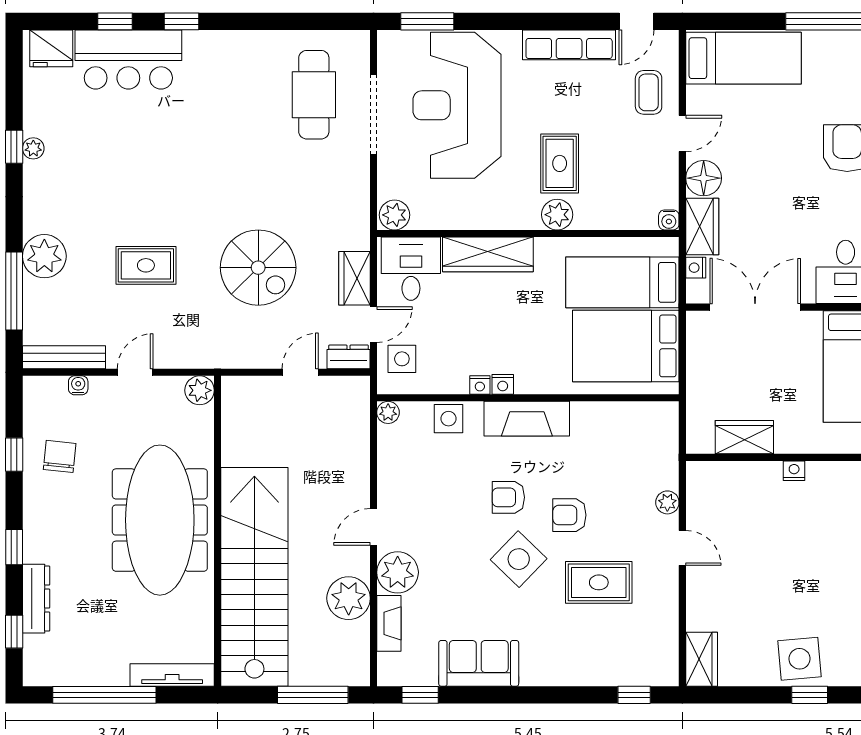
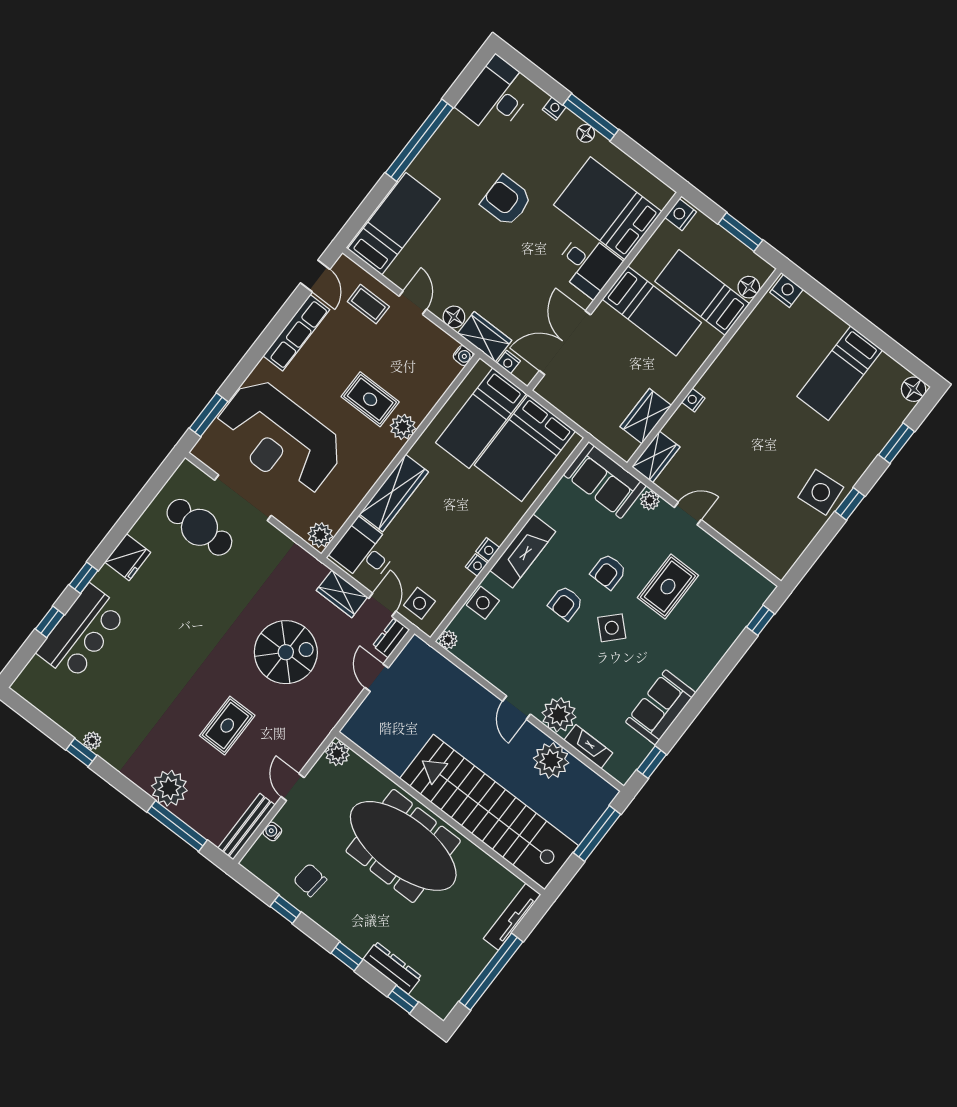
fridge: (51, 48) -> (128, 557), moved
floor lamp: (704, 178) -> (454, 317), width x0.73, depth x0.73
sofa: (654, 445) -> (605, 480), added
side table: (519, 559) -> (612, 628), width x0.73, depth x0.73
wardrobe: (702, 659) -> (656, 457), moved, turned 90

